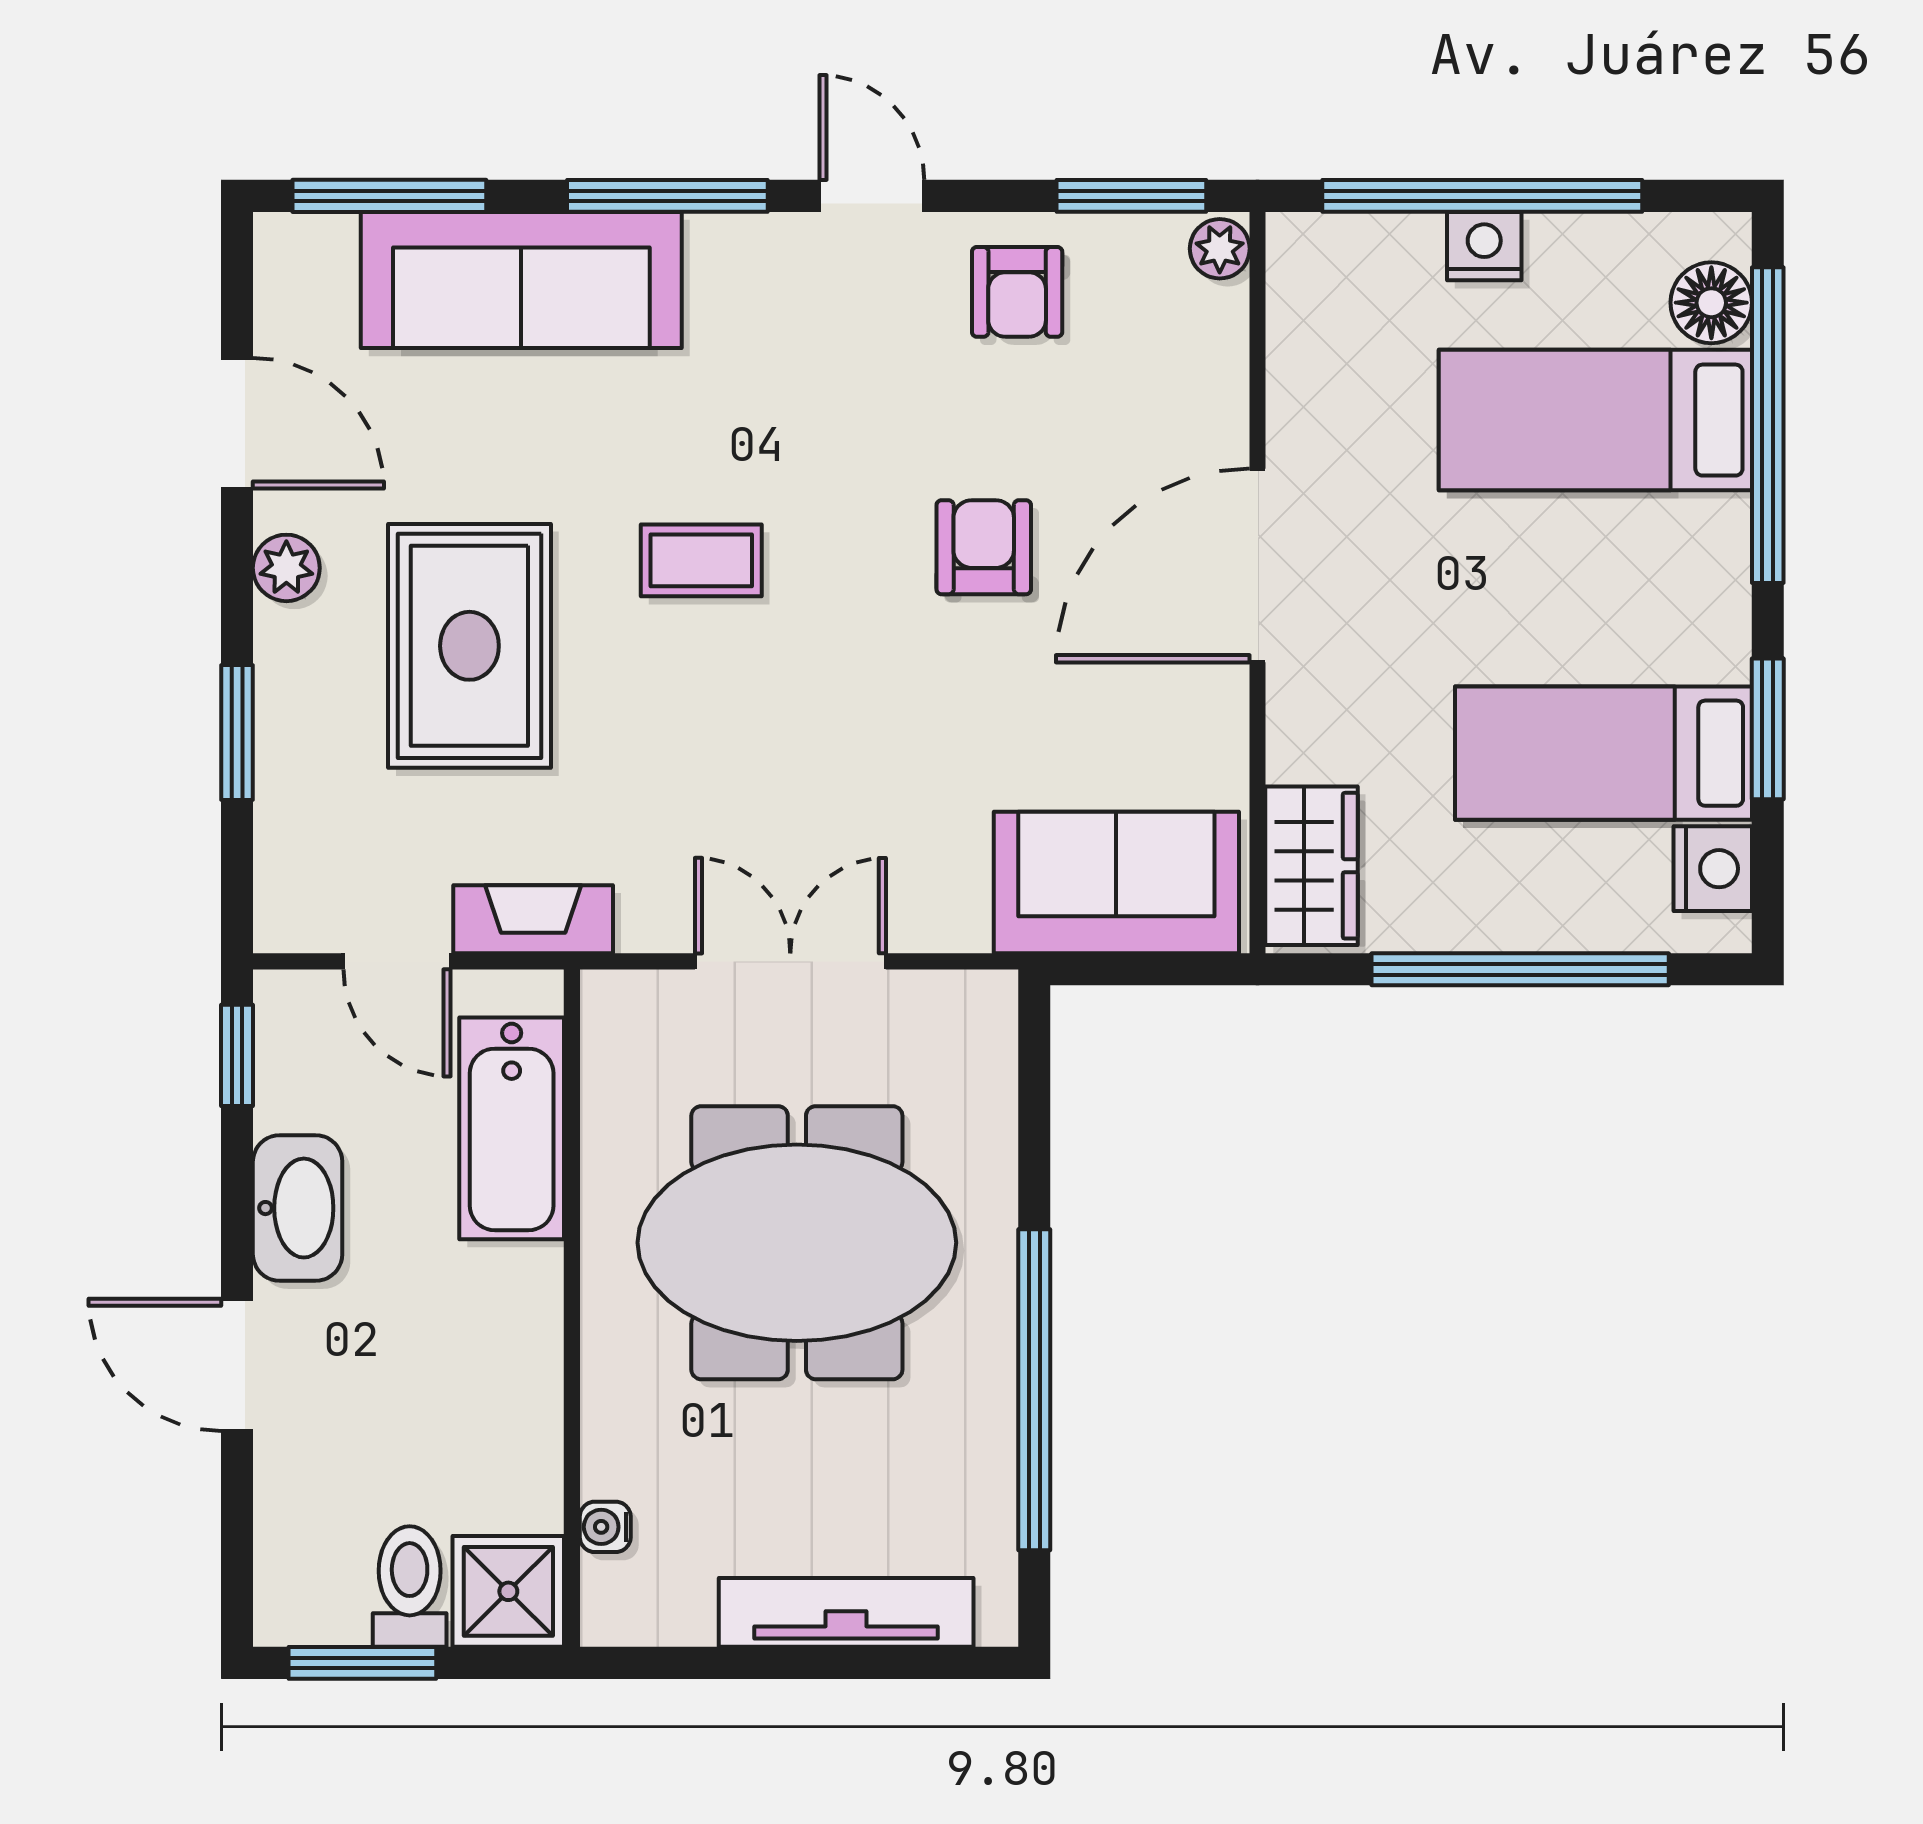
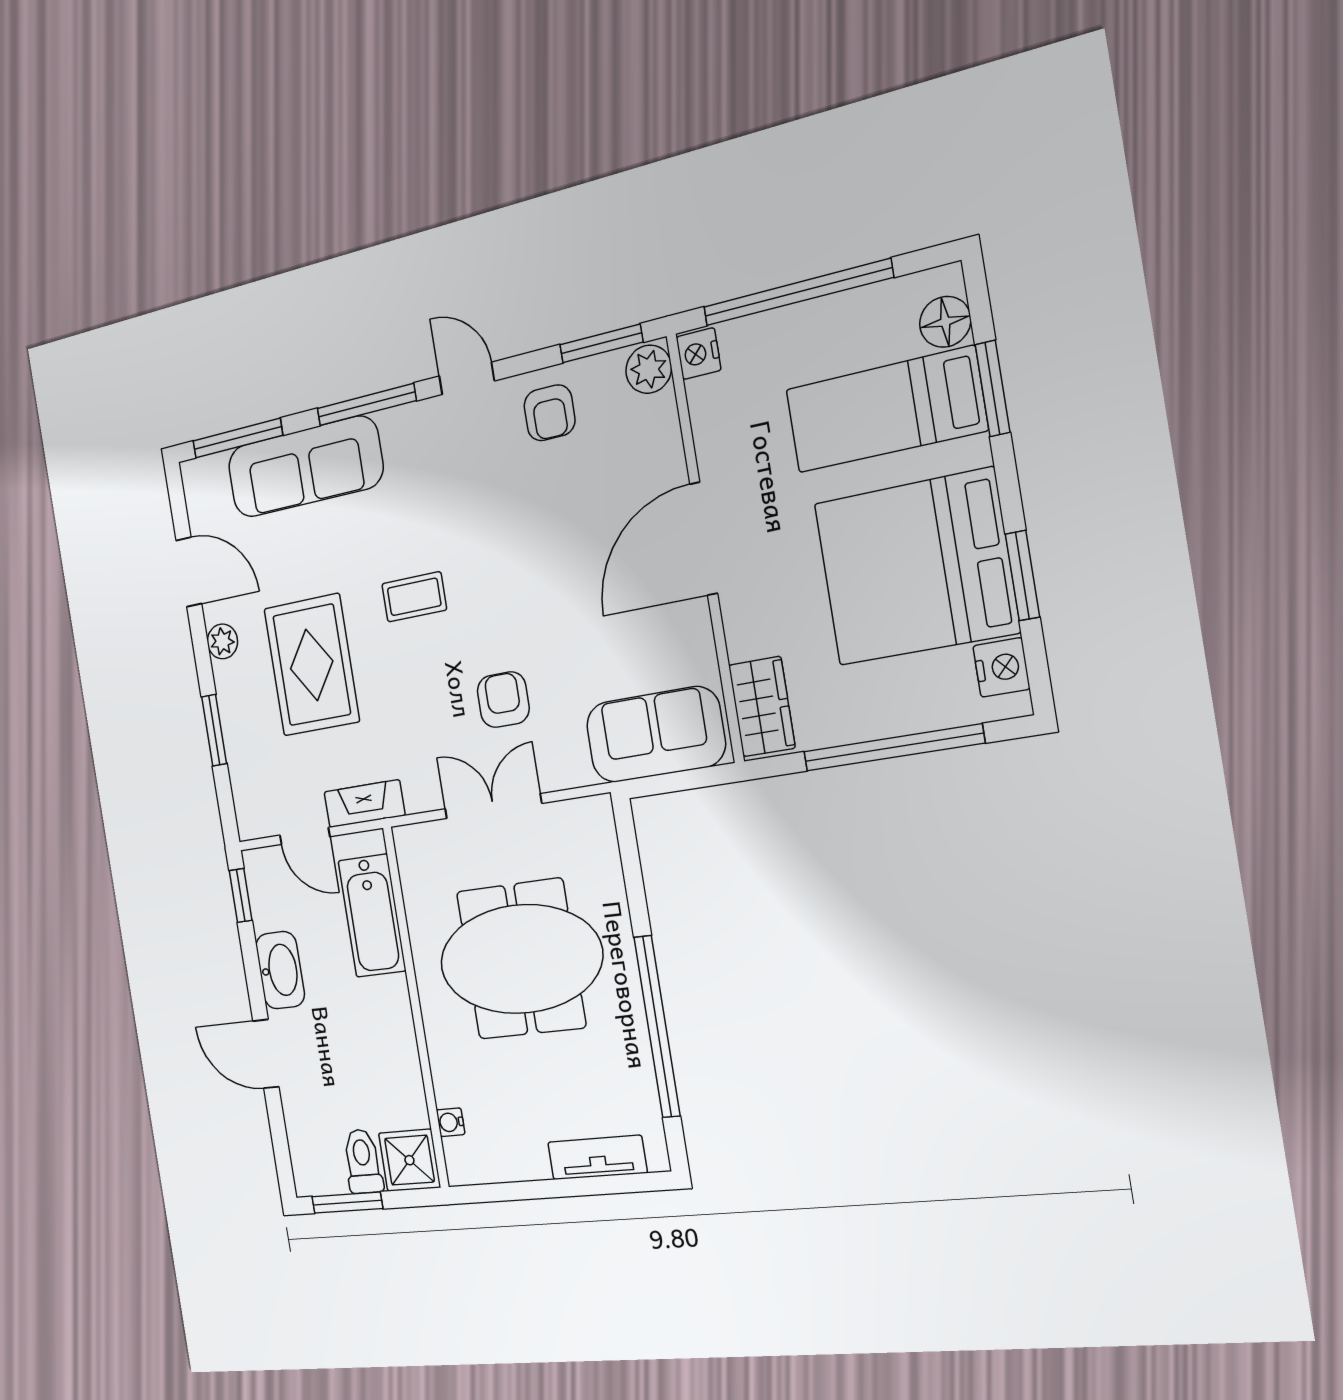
nightstand: (1484, 246) -> (698, 354), moved, turned -90
plant: (1220, 249) -> (649, 369), width x1.38, depth x1.38
window: (1768, 425) -> (993, 388), width x0.47
armchair: (984, 547) -> (503, 700), moved
bed: (1604, 753) -> (916, 567), width x2.04
tv unit: (846, 1612) -> (597, 1157), width x0.71

